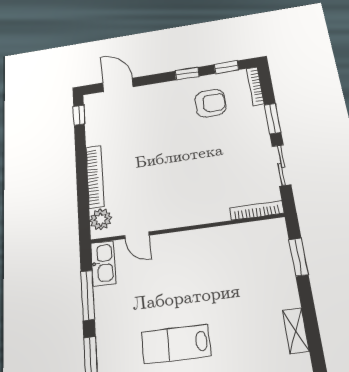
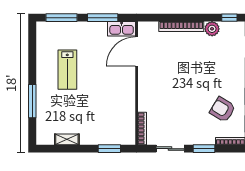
armchair: (210, 103) -> (223, 109), turned 121
plant: (101, 219) -> (212, 29), moved
door: (137, 235) -> (137, 51), width x1.88
lab bench: (176, 344) -> (67, 70), turned 180

